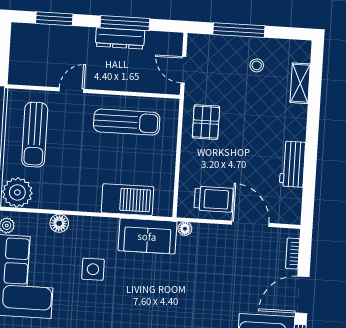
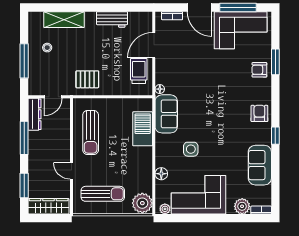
dresser: (120, 38) -> (35, 114), moved
wardrobe: (21, 53) -> (49, 206), added
shelving: (300, 83) -> (64, 20), width x1.50, depth x1.33
sun lounger: (127, 122) -> (91, 133), turned 180

